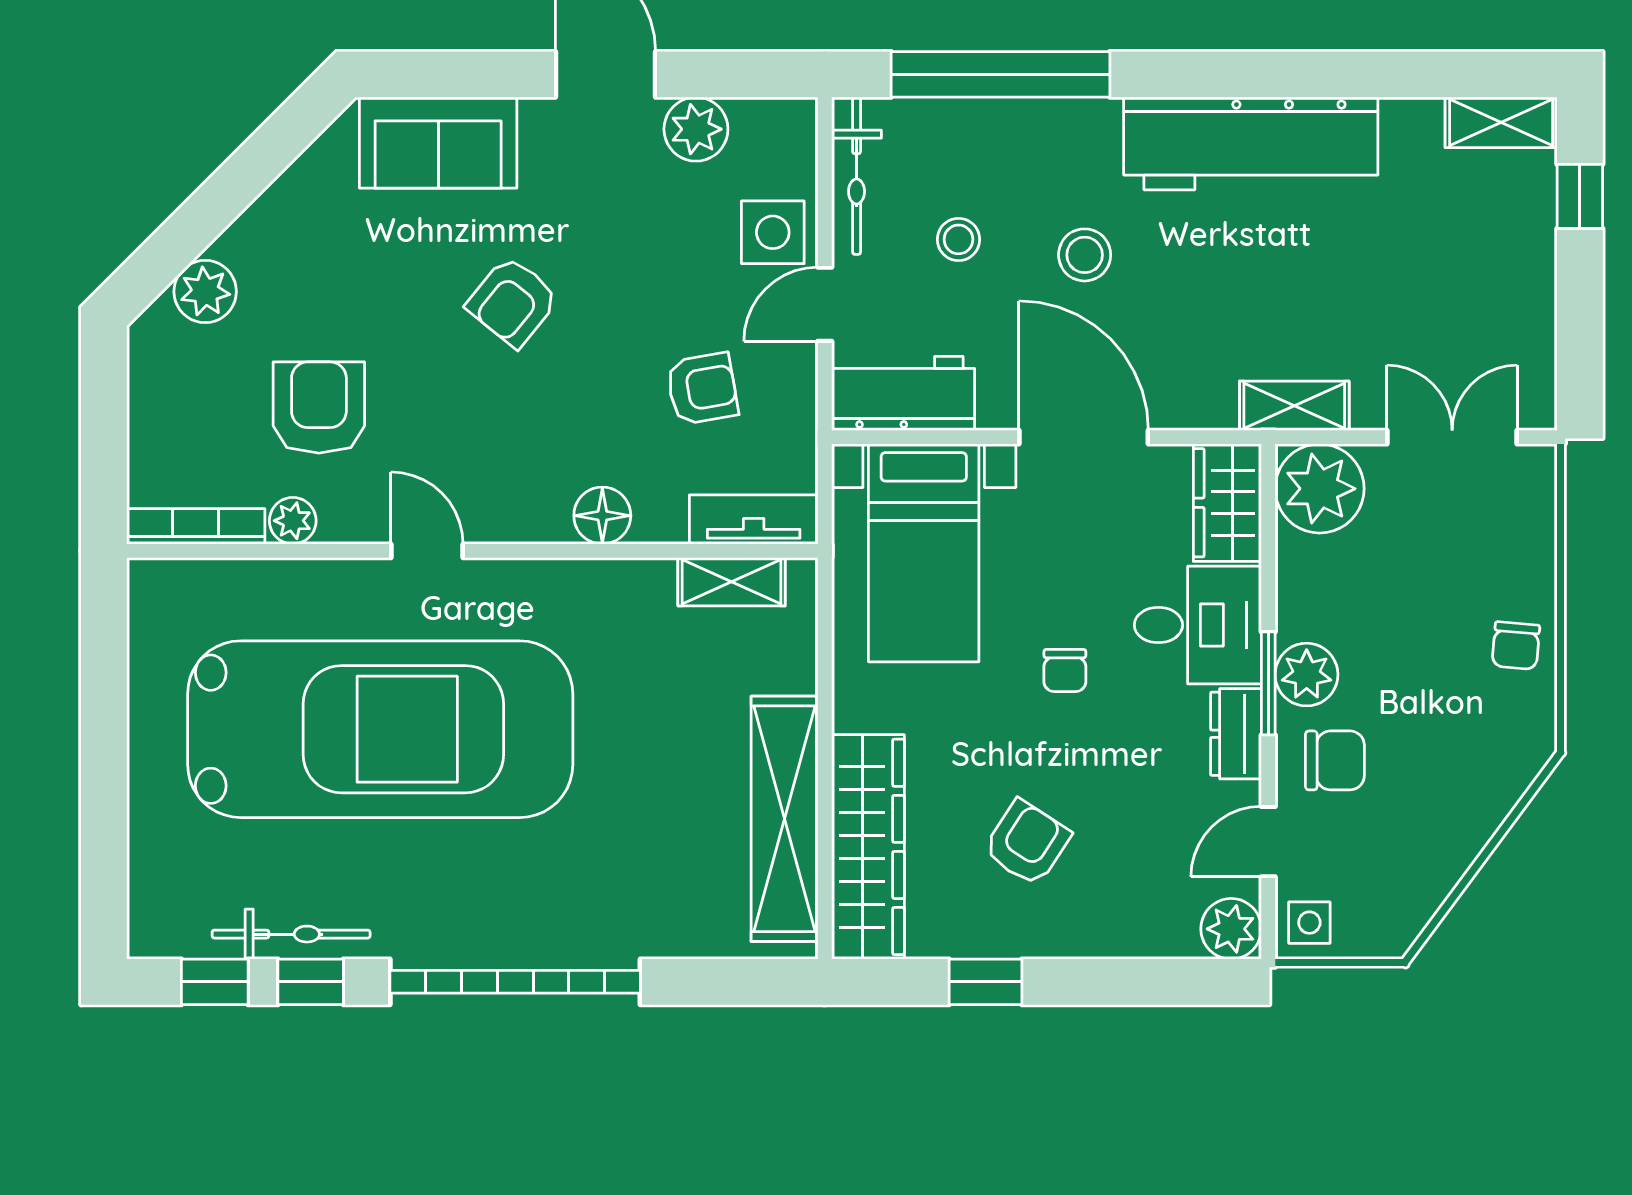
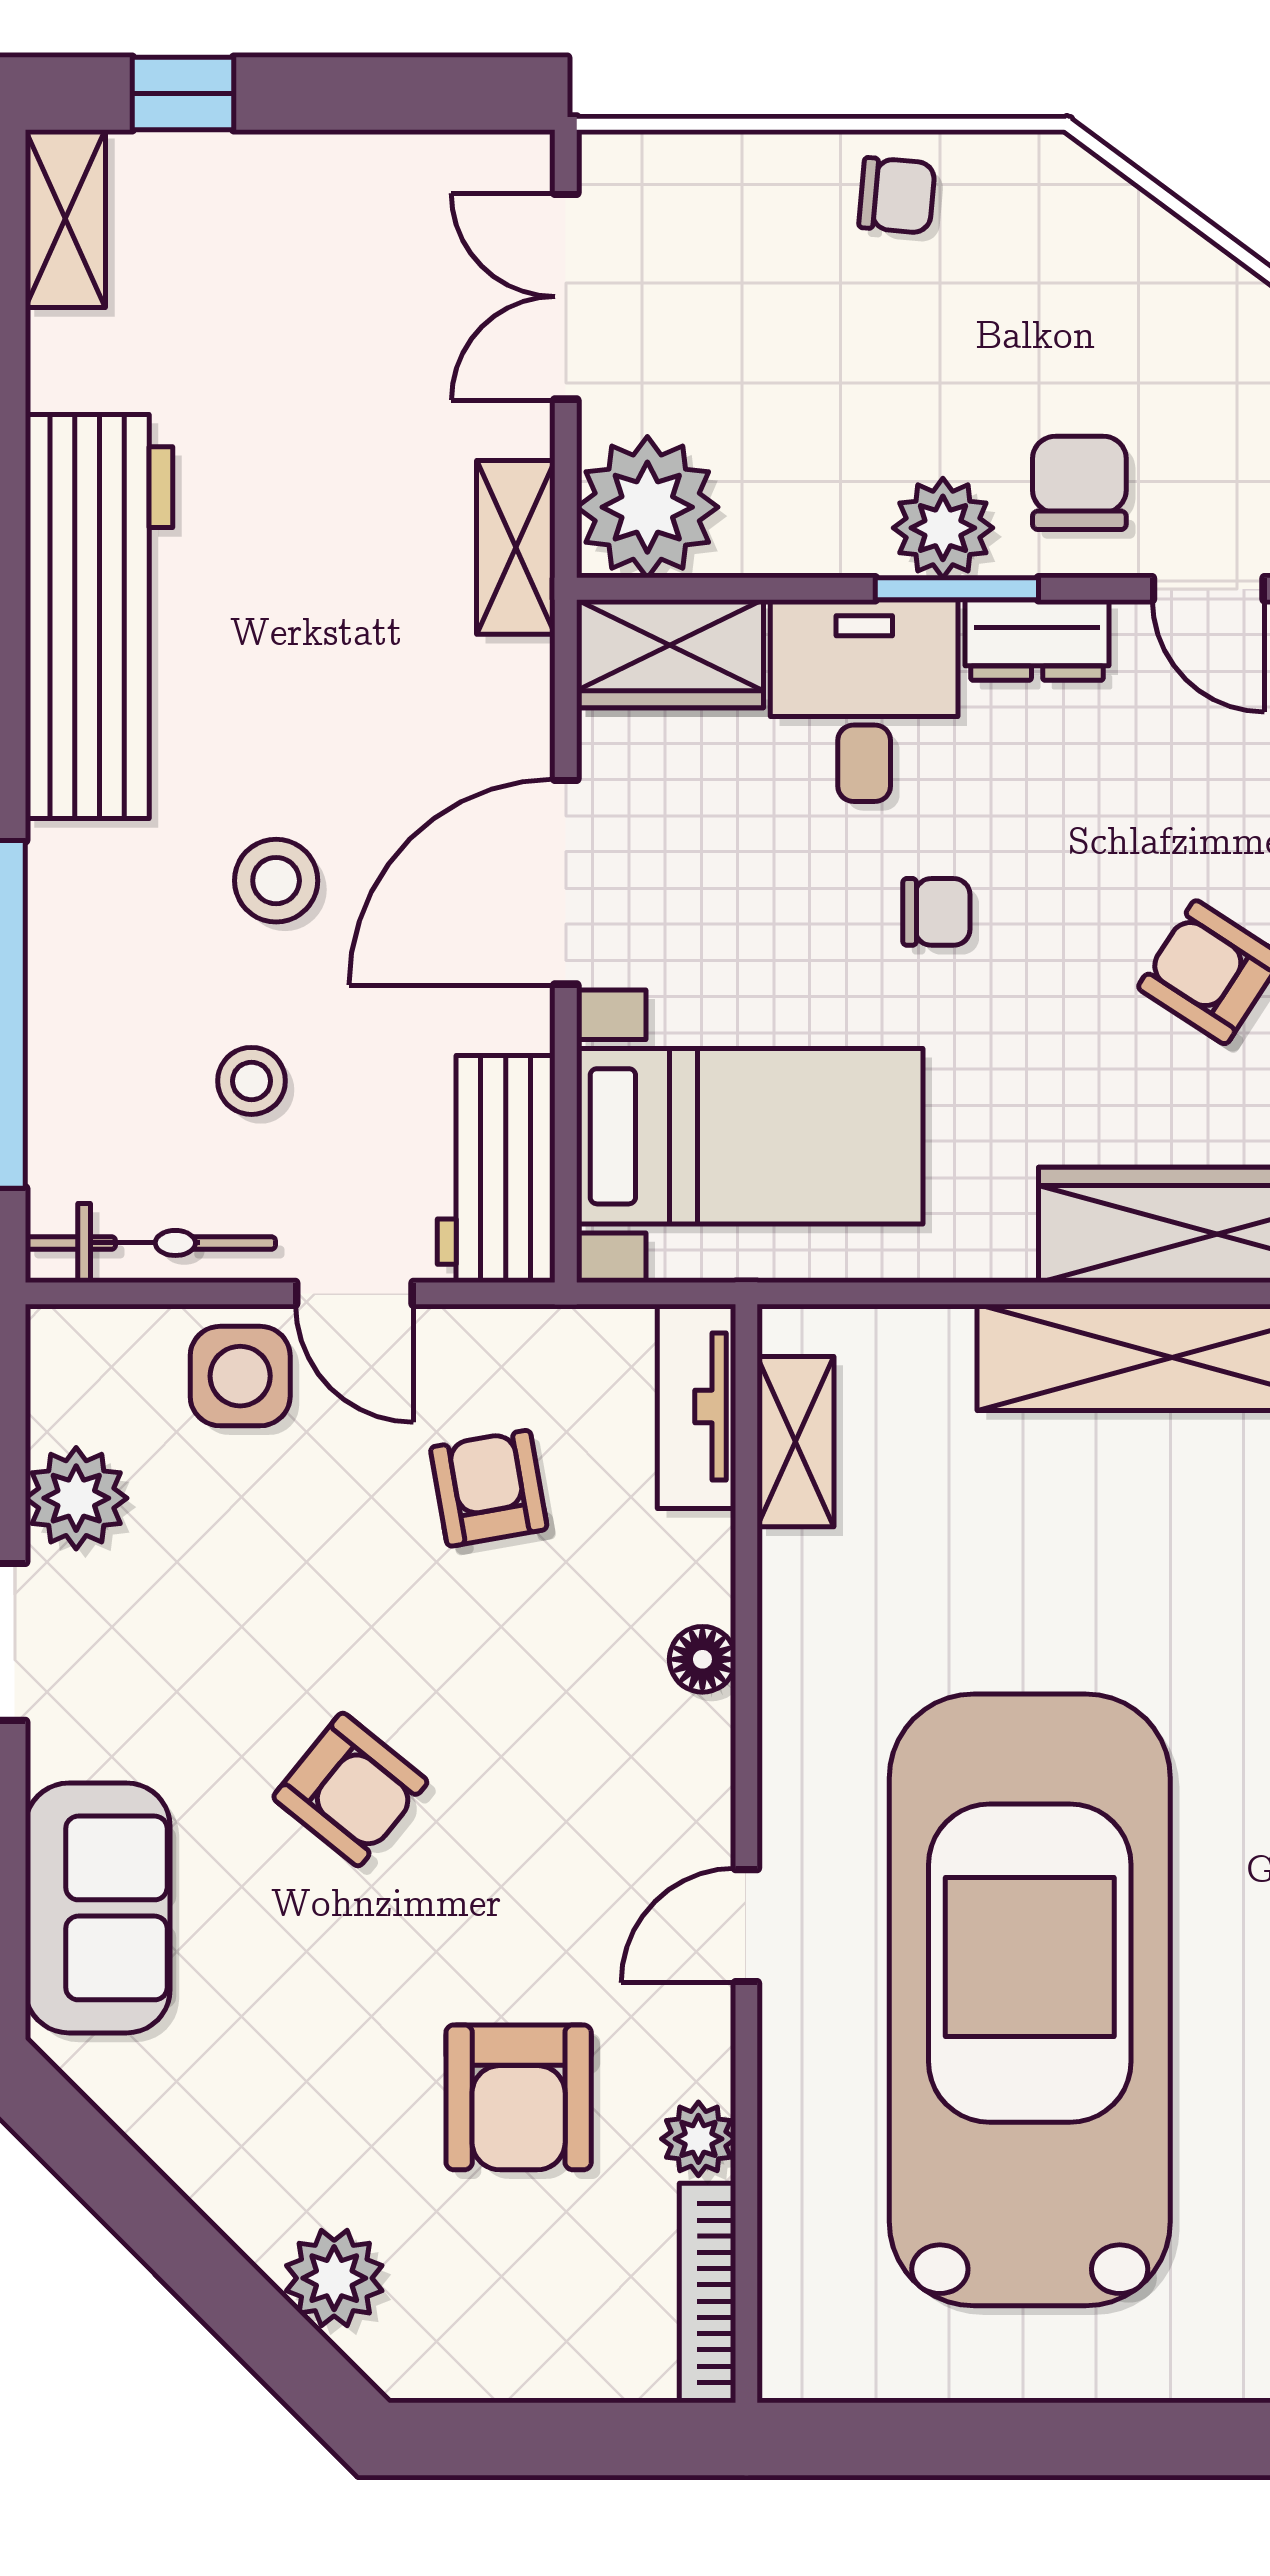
armchair: (319, 408) -> (519, 2097), turned -90
floor lamp: (602, 516) -> (702, 1659), width x0.73, depth x0.73

